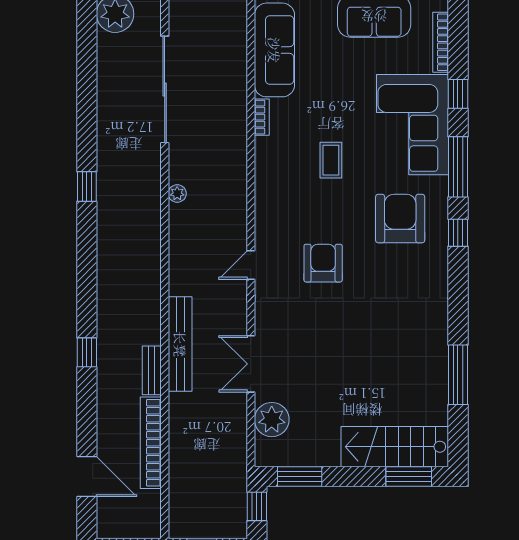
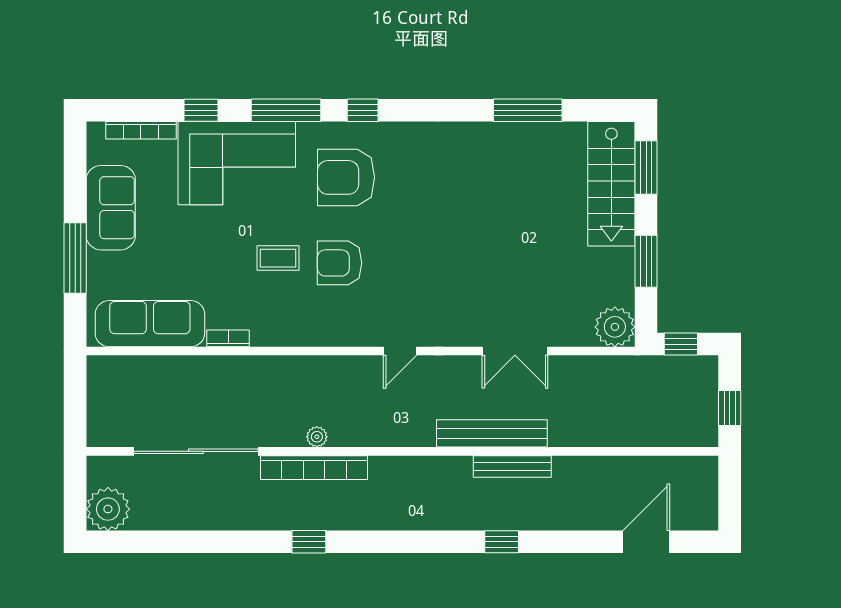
armchair: (323, 263) -> (340, 263), moved
door: (251, 265) -> (400, 351), hinge flipped
bench: (152, 370) -> (512, 466), width x1.36
plant: (272, 420) -> (615, 327), moved
bookcase: (151, 443) -> (314, 468), moved
window: (300, 477) -> (646, 261), moved

